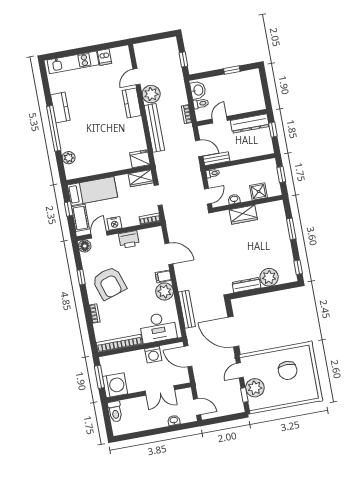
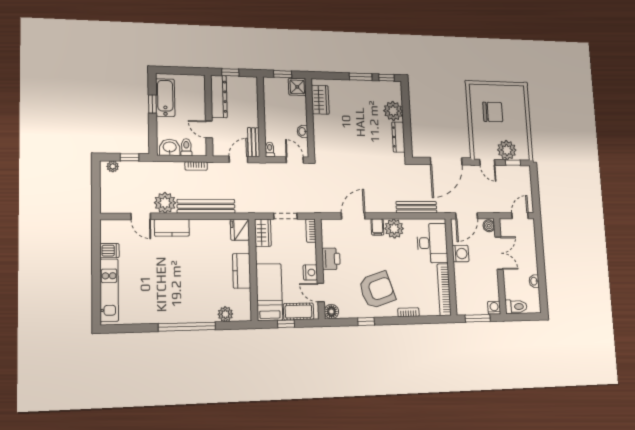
plant: (173, 47) -> (113, 166), added
bathtub: (239, 79) -> (165, 98), added
kitchen counter: (60, 107) -> (242, 271), moved, turned -90
shower: (259, 191) -> (297, 87), moved
wardrobe: (243, 215) -> (320, 100), moved
window: (291, 229) -> (361, 77), moved
boiler: (183, 378) -> (489, 226), added
washing machine: (115, 385) -> (494, 308), width x0.53, depth x0.53
washbasin: (174, 420) -> (534, 281), moved

